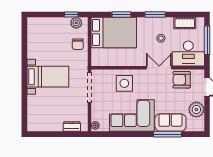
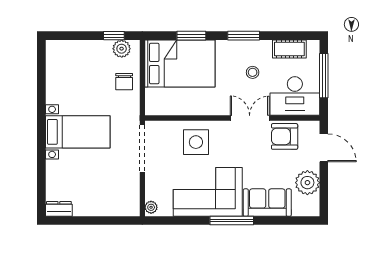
dresser: (72, 127) -> (59, 209), moved
window: (167, 134) -> (232, 221), moved

